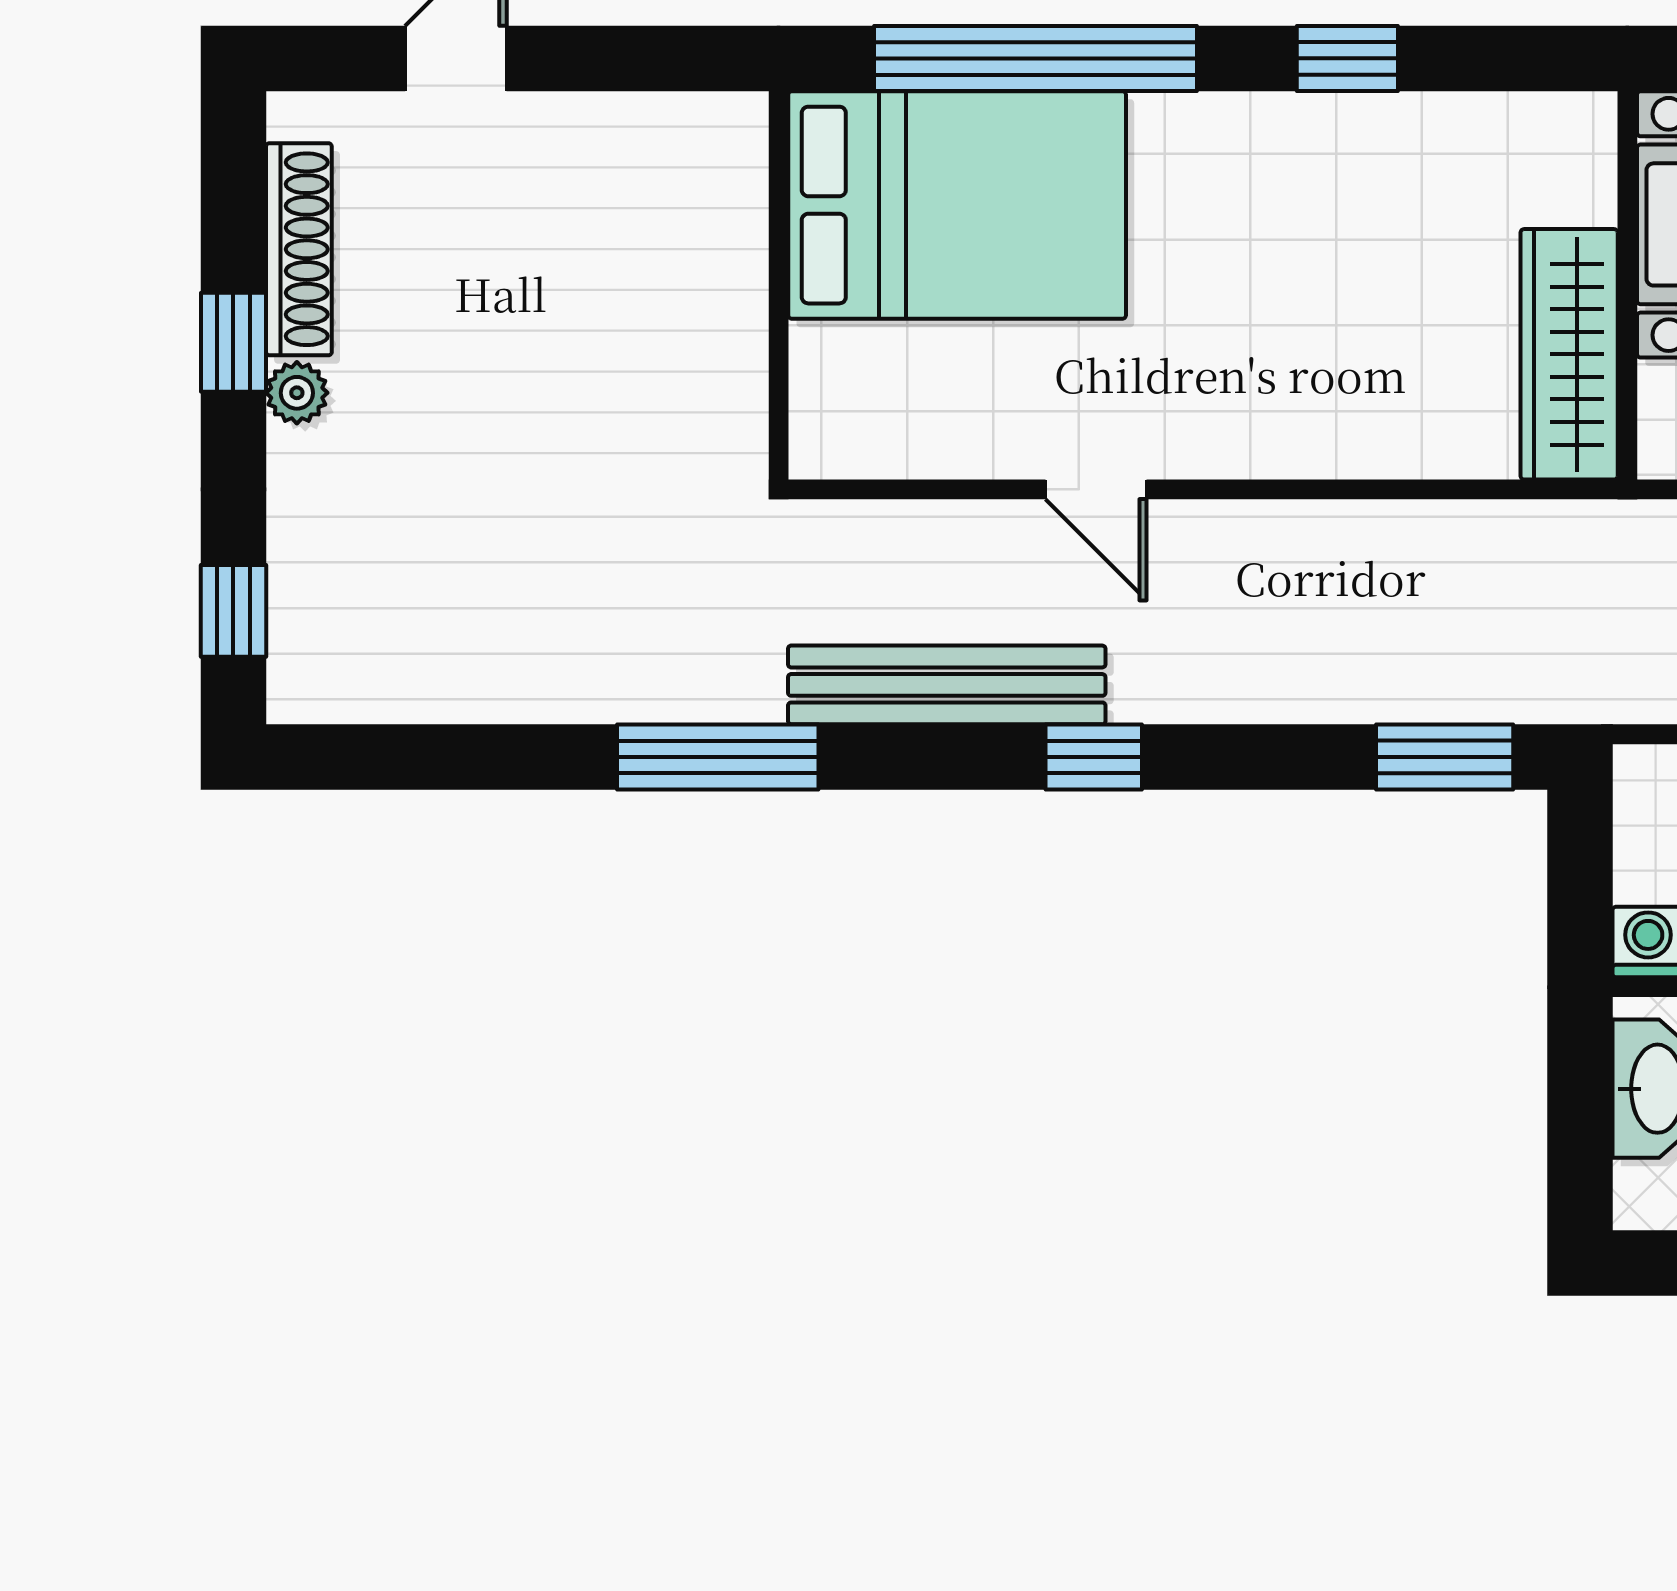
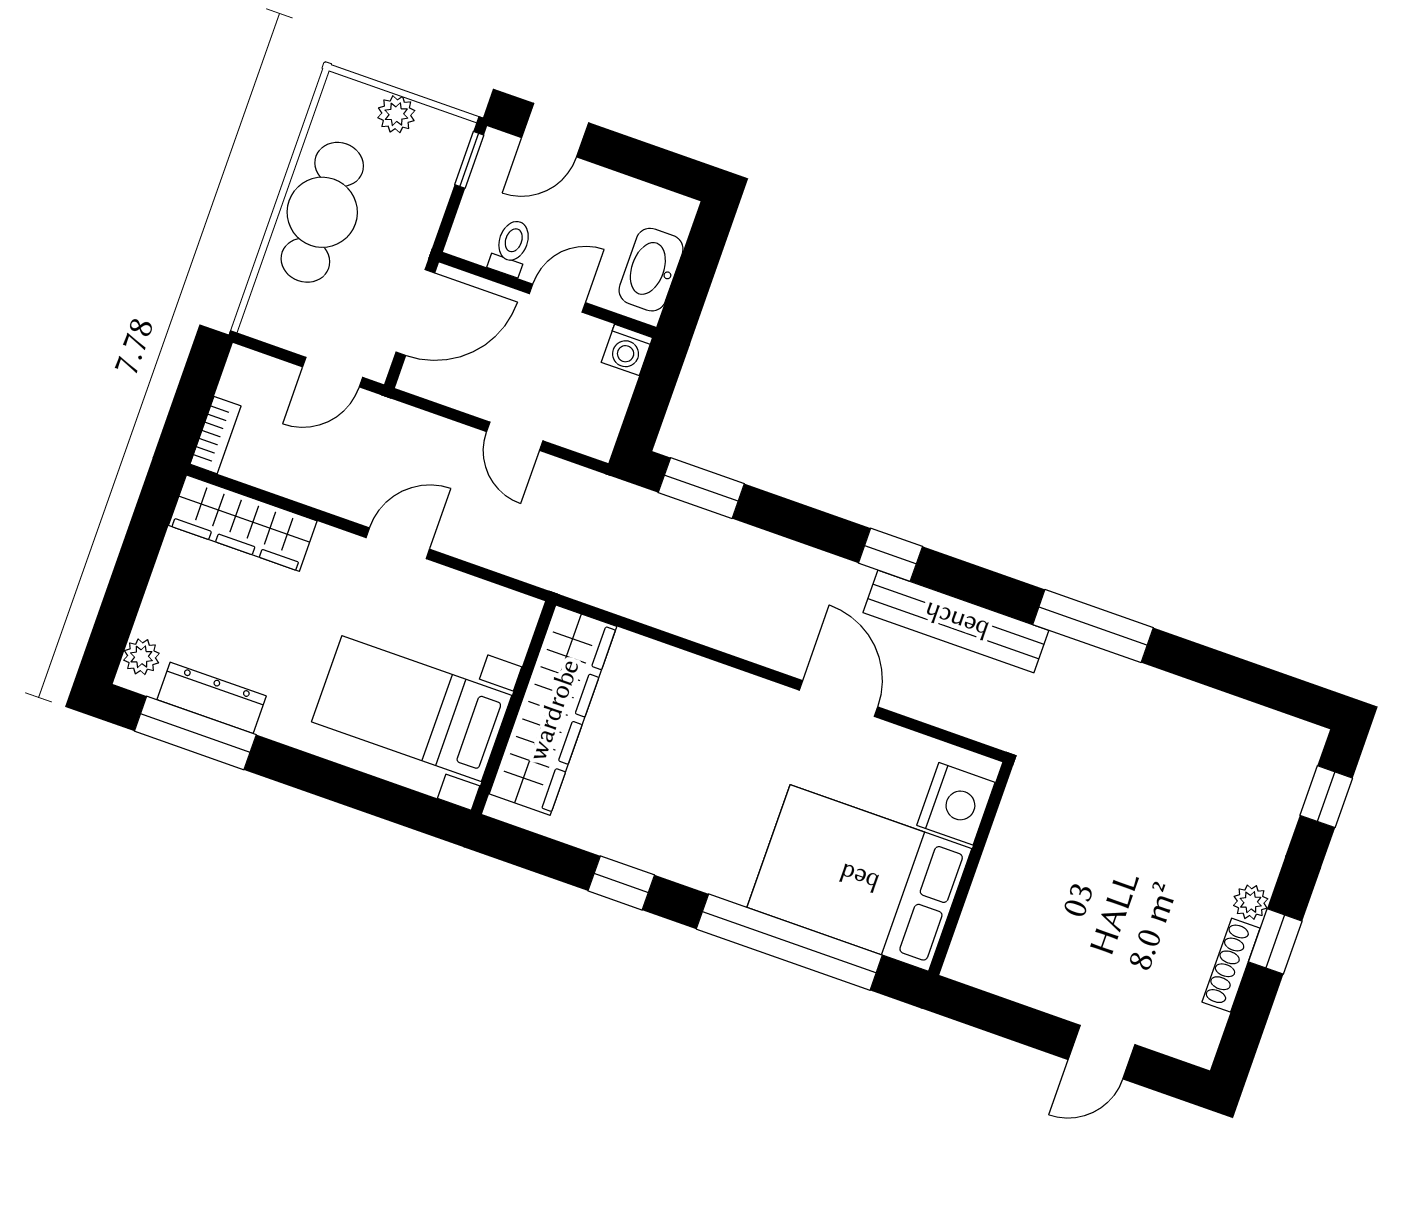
shoe rack: (299, 249) -> (1231, 965), width x0.74, depth x0.81
wardrobe: (1569, 354) -> (553, 710), width x1.40, depth x1.17
nightstand: (841, 384) -> (956, 804), added
door: (1096, 489) -> (838, 698), width x1.38

